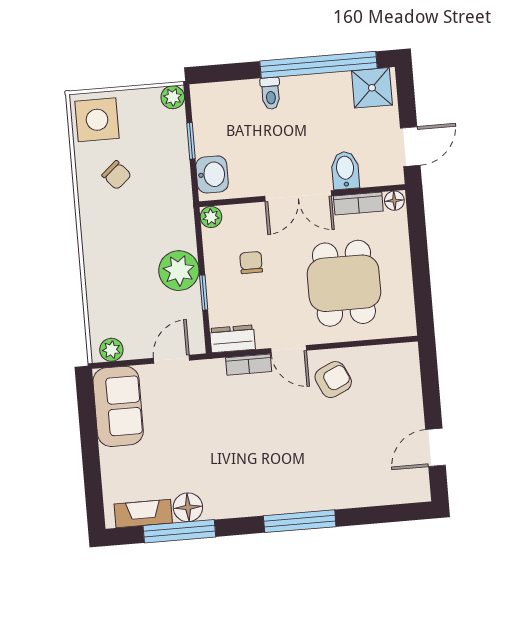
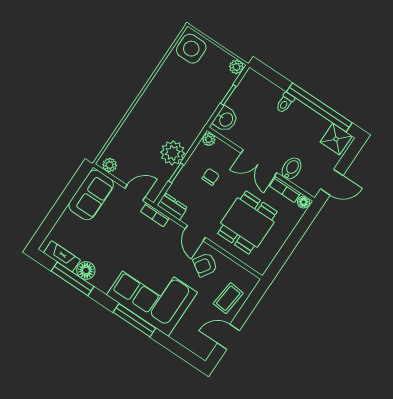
chair: (117, 175) -> (179, 83), removed
bookcase: (249, 365) -> (155, 215), moved
armchair: (333, 380) -> (205, 265), turned 148
coffee table: (396, 398) -> (228, 298), added
corner sofa: (295, 470) -> (152, 294), added

